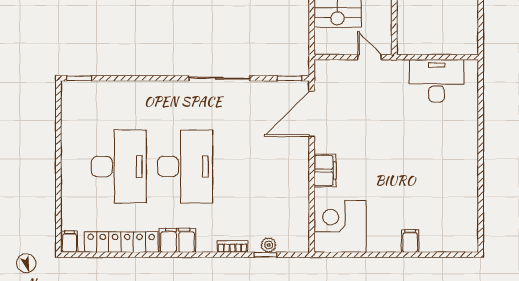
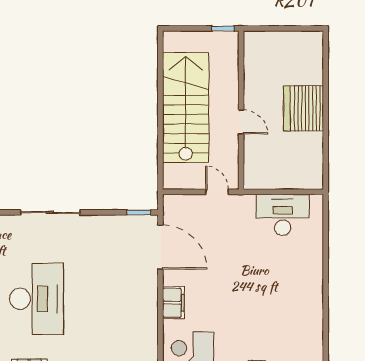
sliding door: (219, 78) -> (50, 212), moved
door: (312, 114) -> (160, 247), swing flipped

